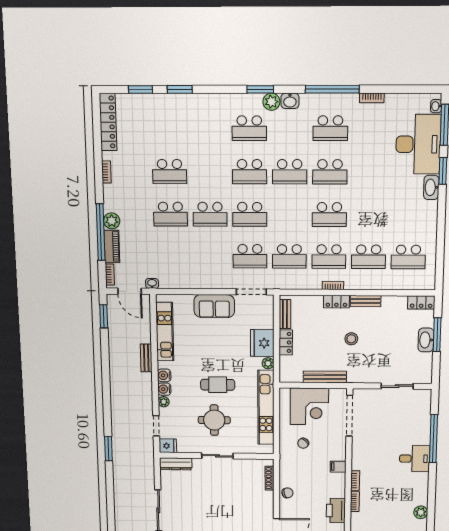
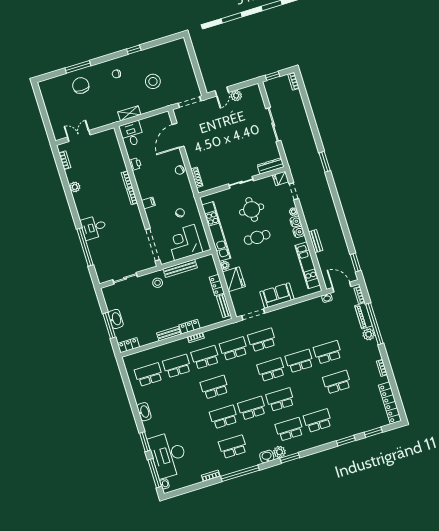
school desk: (209, 128) -> (318, 421), added
washbasin: (431, 187) -> (144, 412), moved
stool: (351, 339) -> (158, 283), moved
printer: (336, 511) -> (135, 164), width x0.53, depth x0.68

